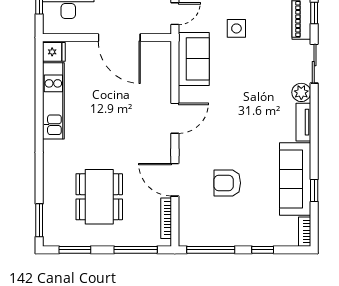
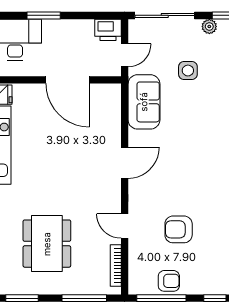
door: (175, 180) -> (125, 226), width x0.73
armchair: (218, 233) -> (169, 281), added

